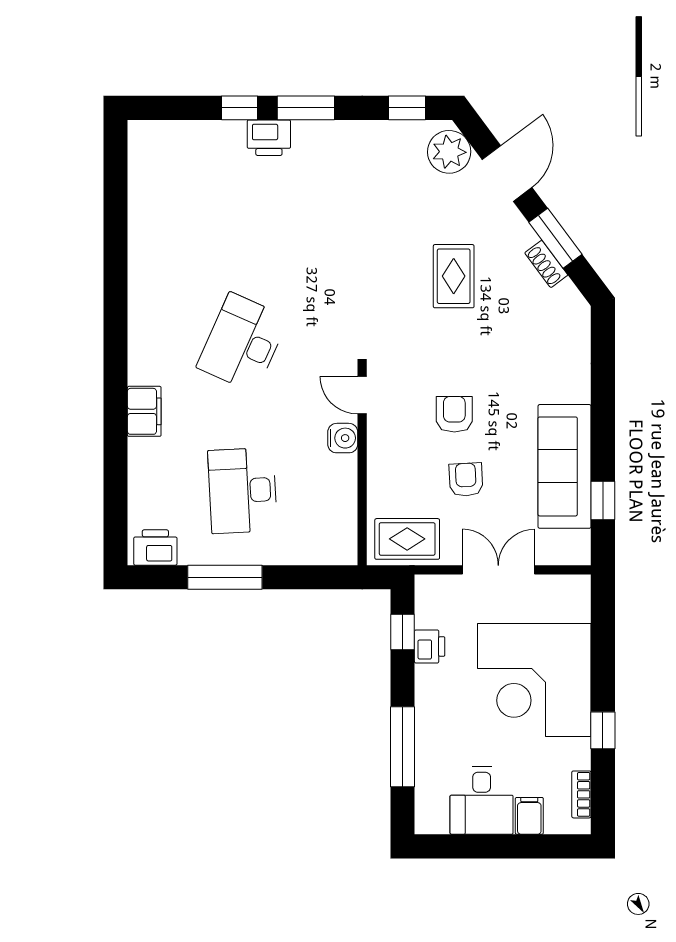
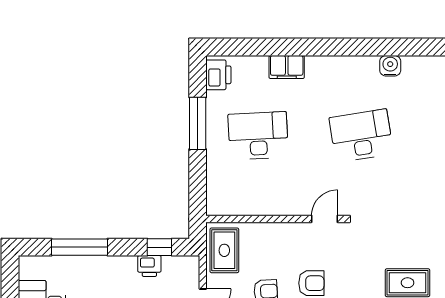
desk: (243, 343) -> (361, 136), turned -33
filing cabinet: (144, 411) -> (287, 67), moved
water cooler: (343, 438) -> (390, 66), moved, turned 180

